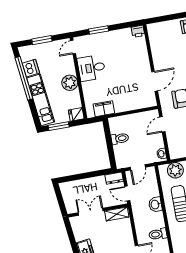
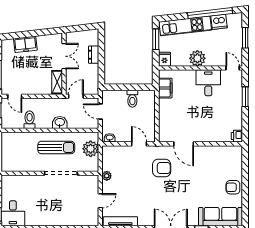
dresser: (114, 178) -> (94, 55), moved

